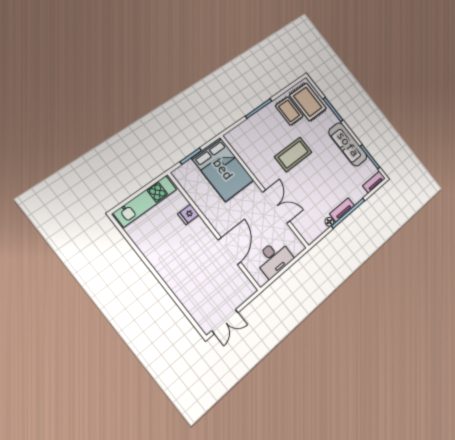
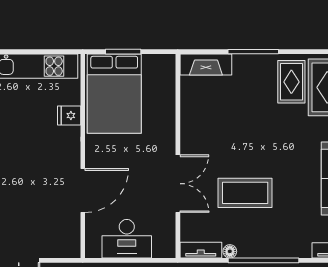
fireplace: (240, 132) -> (206, 64), added
coffee table: (293, 154) -> (245, 193), moved
bed: (223, 169) -> (114, 94), moved
tv unit: (342, 210) -> (201, 250), moved

